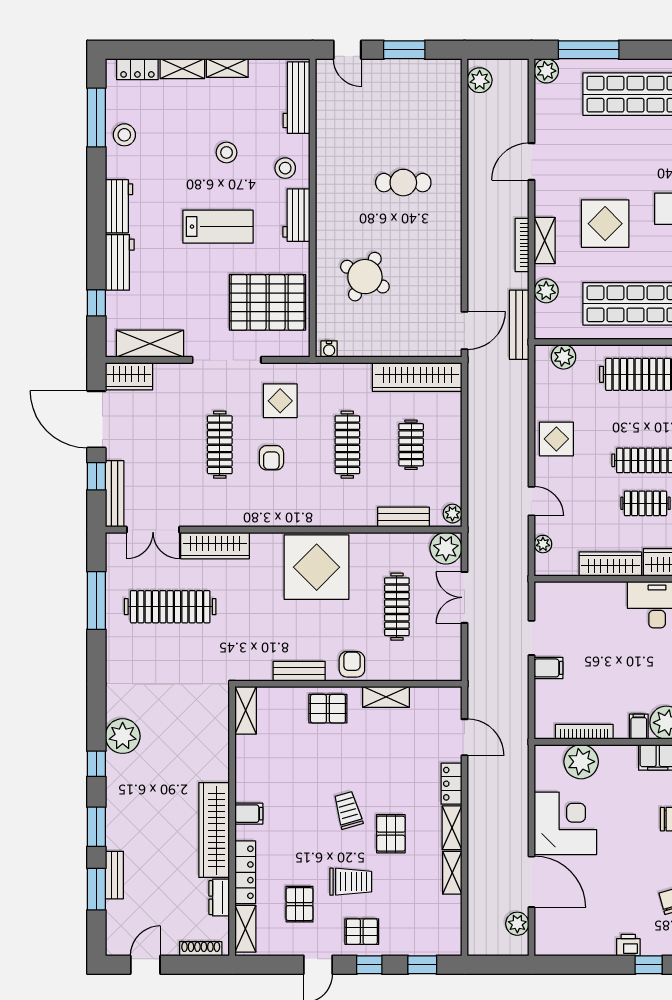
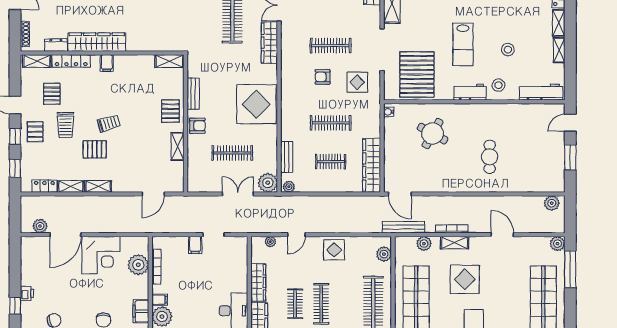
locker: (451, 784) -> (44, 186), moved
pallet: (300, 904) -> (52, 94), turned 90

